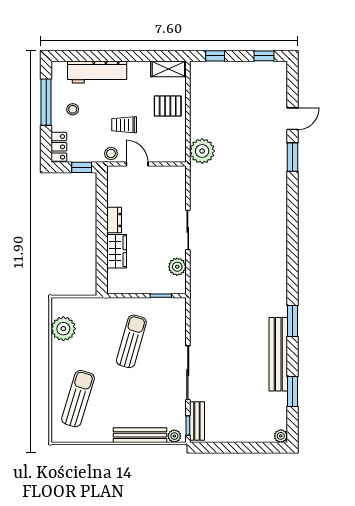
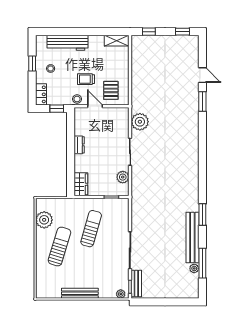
window: (46, 102) -> (32, 64), width x0.46
pallet: (168, 106) -> (111, 90), moved, turned 90
door: (293, 119) -> (202, 75), hinge flipped
plant: (202, 151) -> (140, 122), moved
wardrobe: (117, 251) -> (81, 184), moved
window: (293, 392) -> (202, 263), width x1.44
sun lounger: (78, 399) -> (59, 246), moved
bench: (140, 435) -> (80, 293), moved
plant: (281, 436) -> (194, 268), moved

